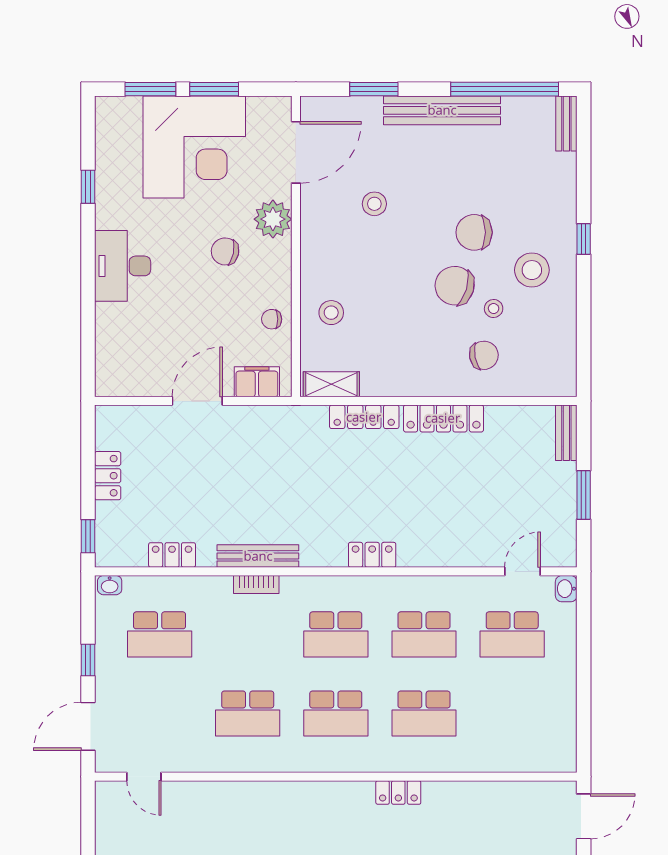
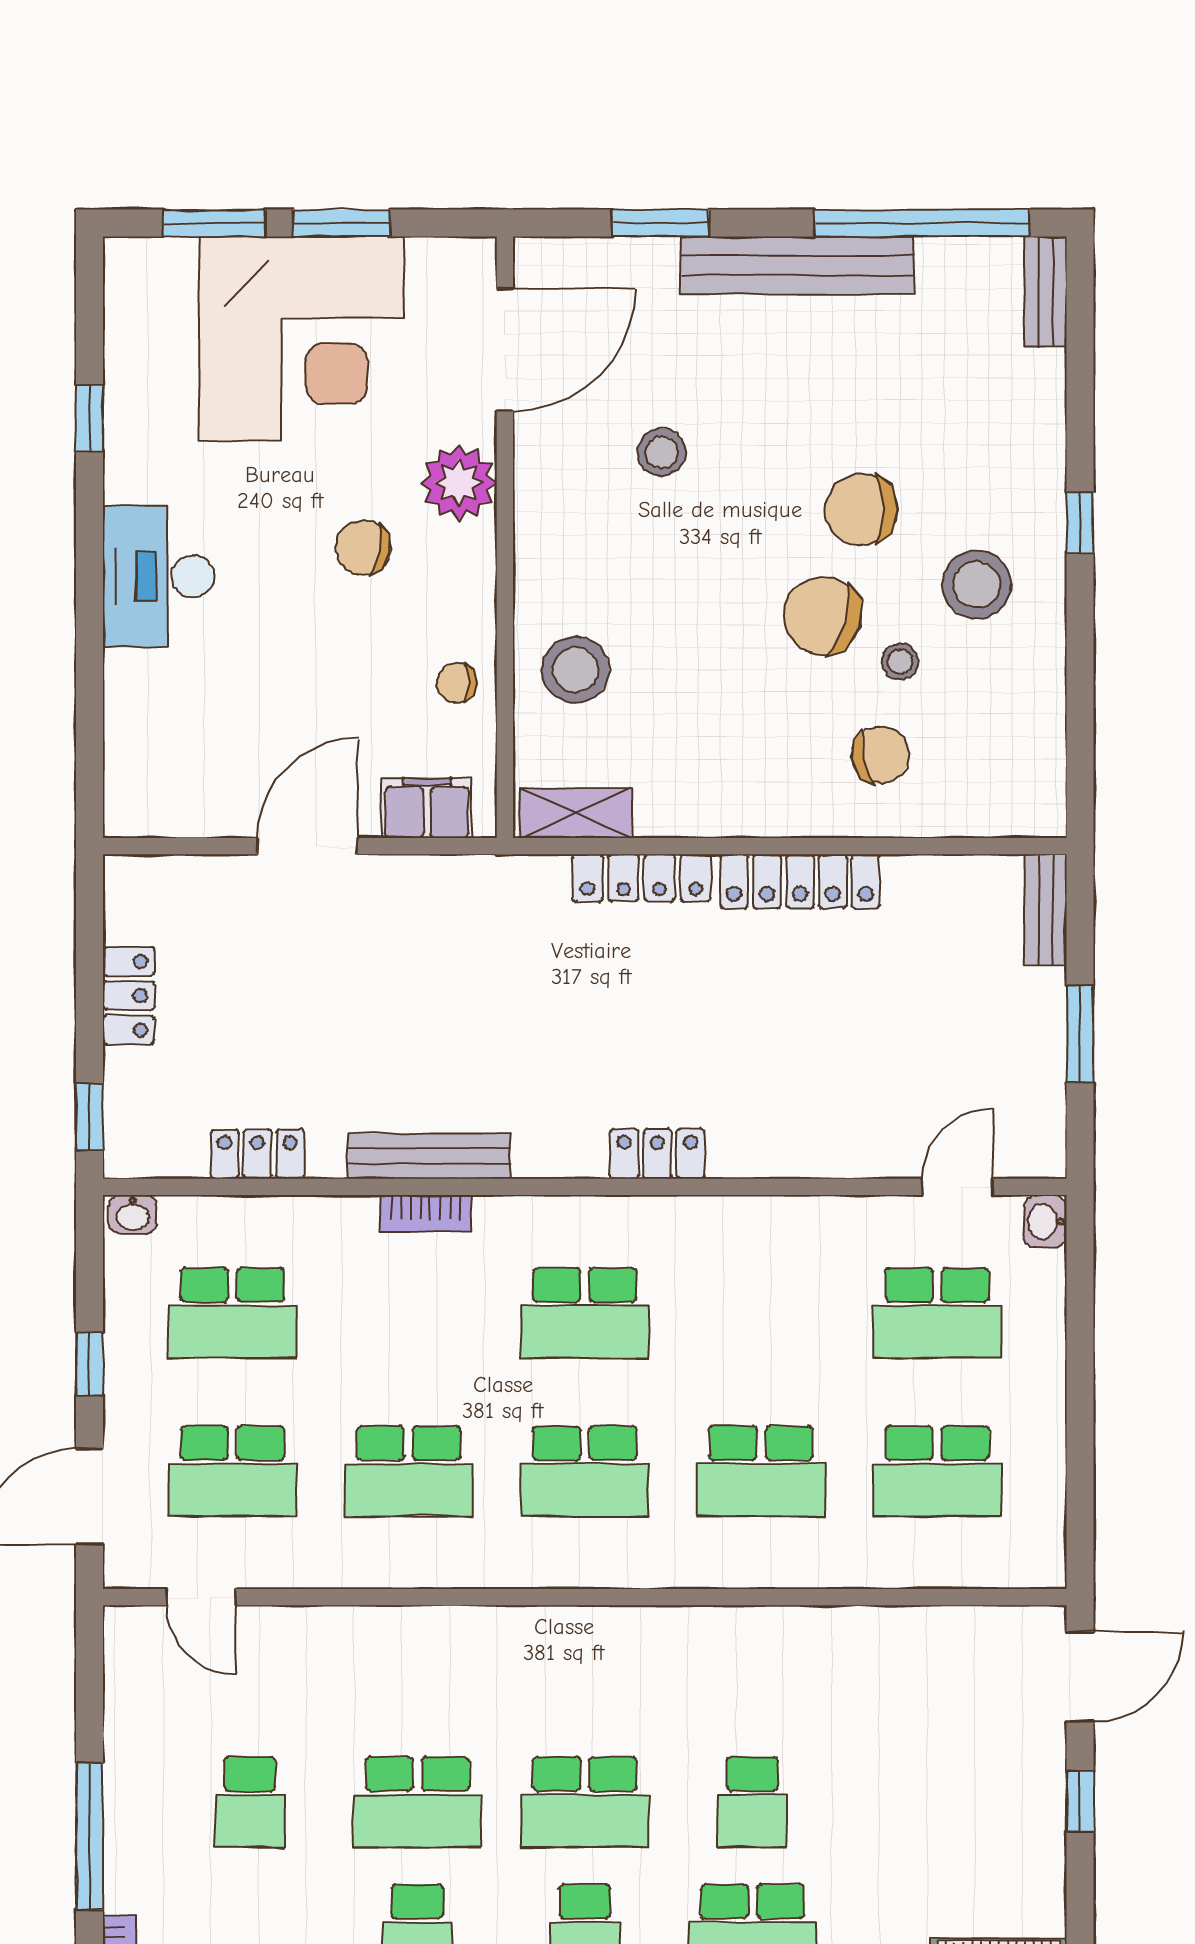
stool: (331, 313) -> (576, 670), width x1.38, depth x1.38
school desk: (424, 634) -> (937, 1471), moved
school desk: (160, 714) -> (232, 1471), added
locker: (398, 792) -> (710, 1629), removed

